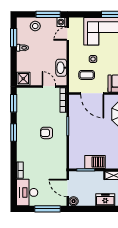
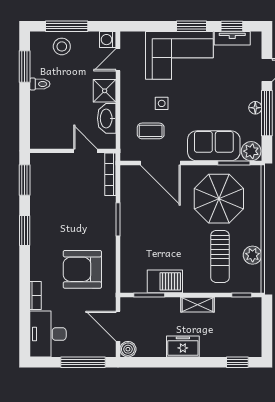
window: (48, 14) -> (67, 26), moved
shower: (23, 79) -> (105, 91), moved
armchair: (47, 133) -> (82, 269), moved, width x1.88, depth x1.88

